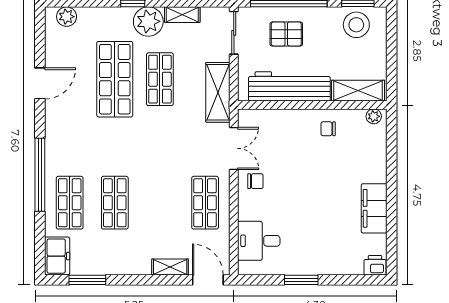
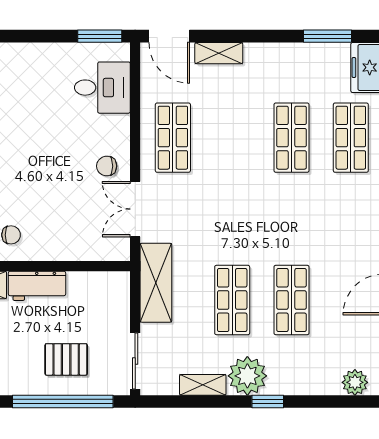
shop shelf: (115, 79) -> (292, 300), width x0.70, depth x0.74
workbench: (289, 86) -> (37, 286), width x0.53, depth x0.76
window: (301, 280) -> (100, 36), moved

